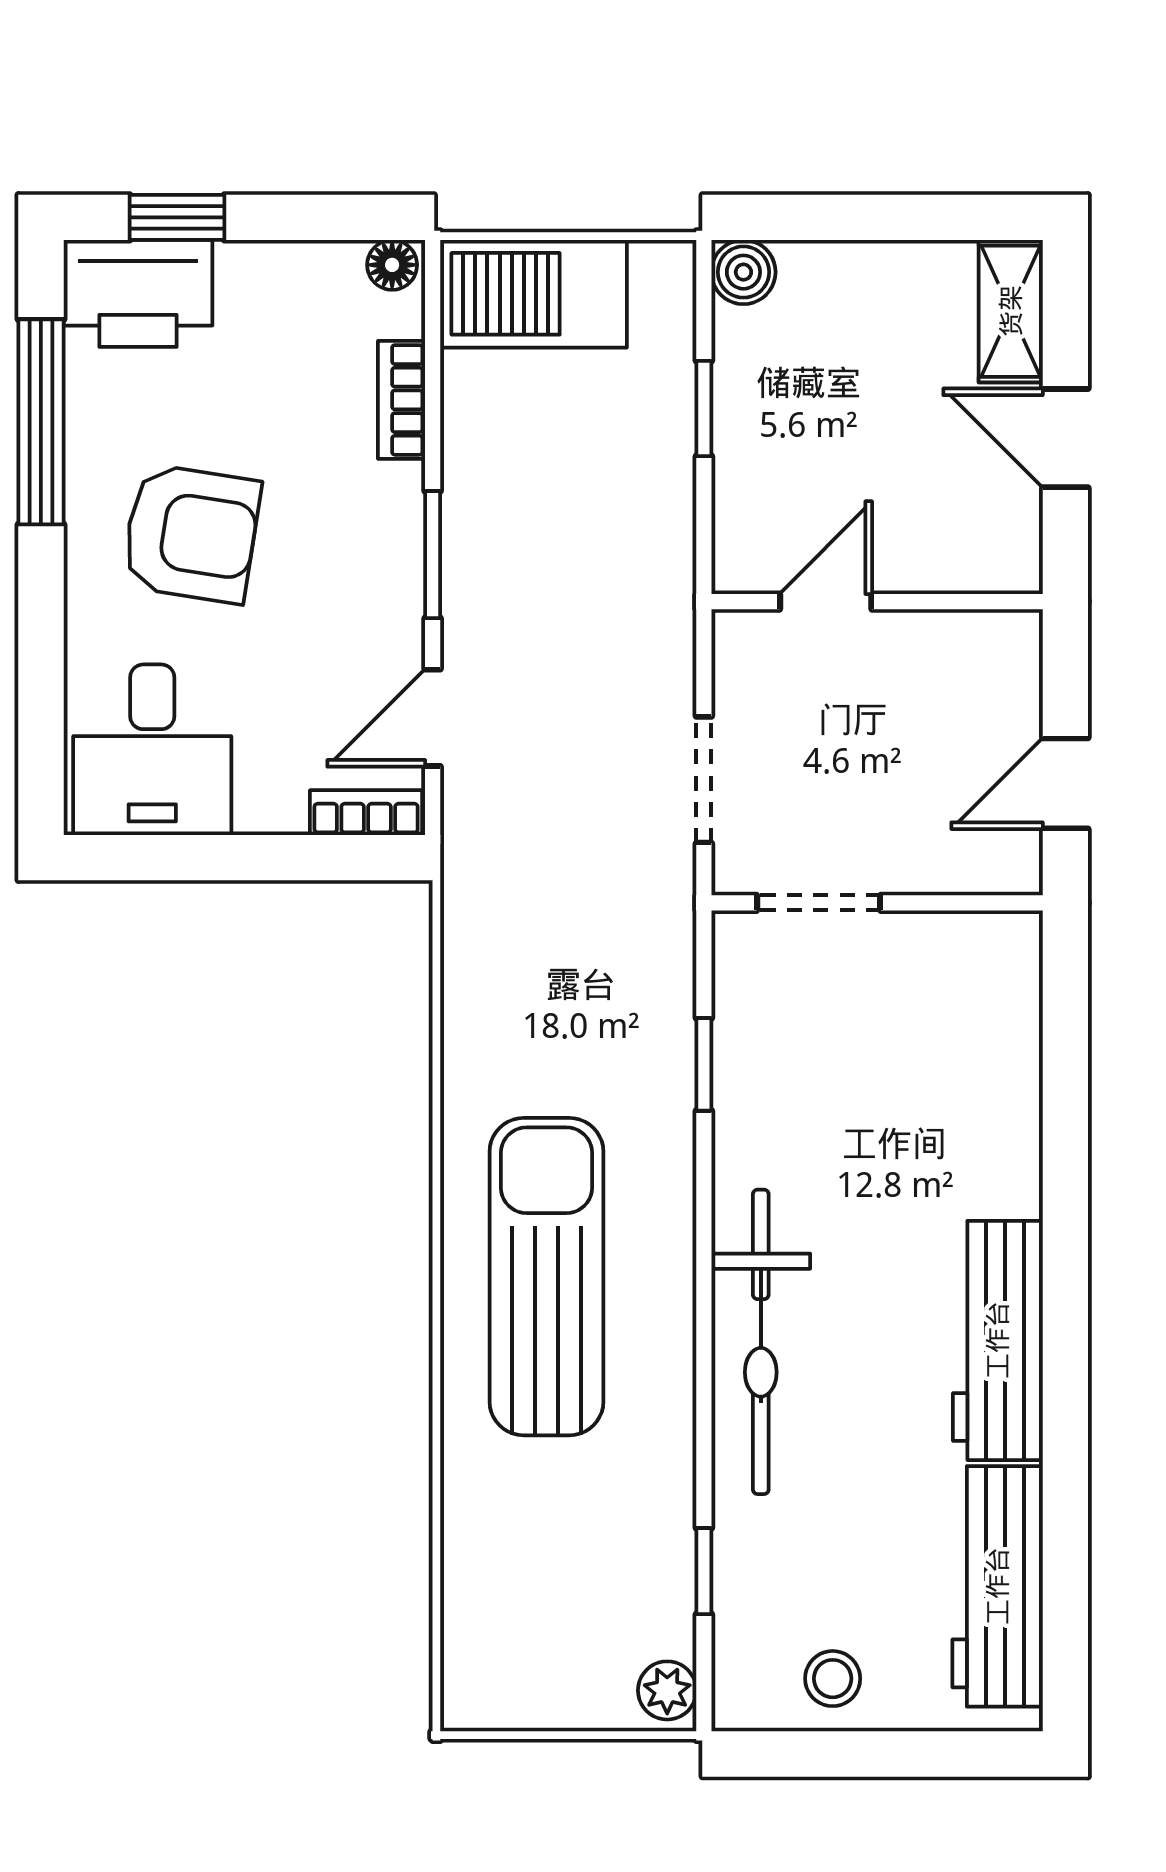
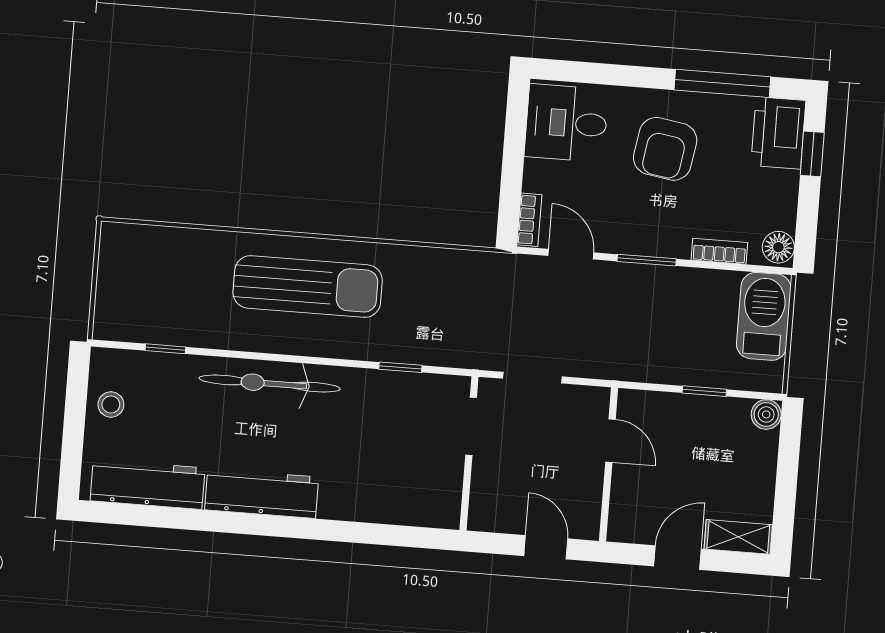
floor lamp: (392, 265) -> (778, 247), width x1.37, depth x1.37
door: (1065, 783) -> (546, 547), moved
plant: (667, 1690) -> (111, 327), removed

